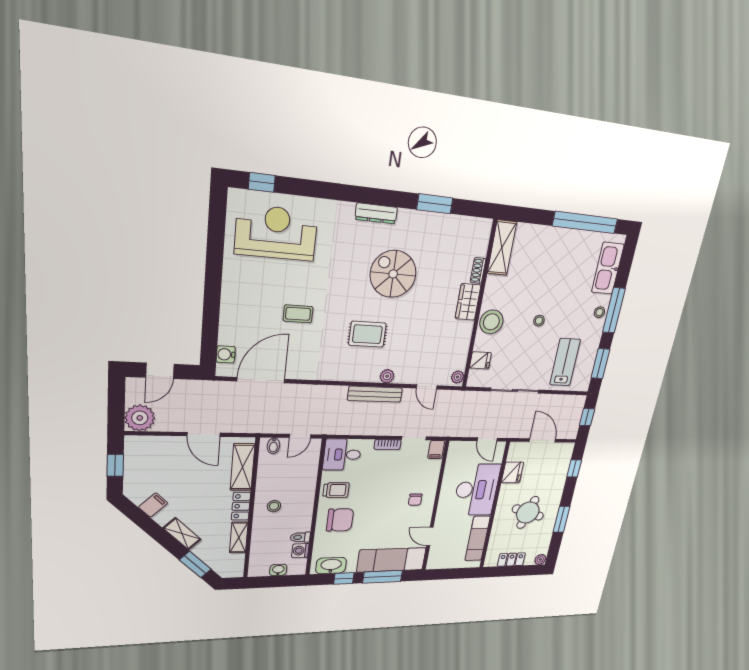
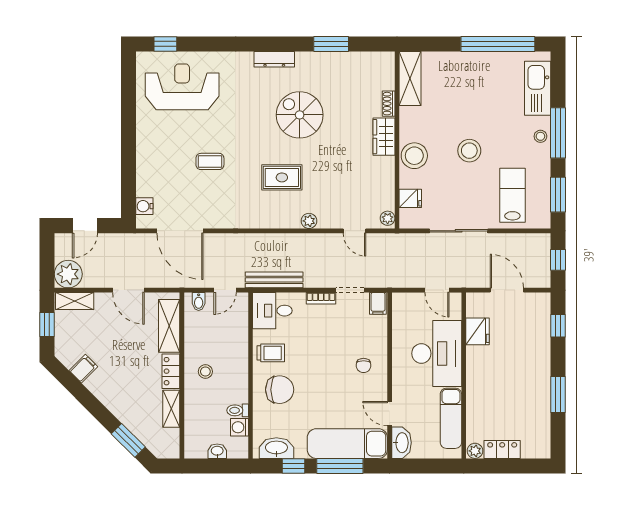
stool: (539, 321) -> (469, 151), width x1.89, depth x1.89
door: (261, 380) -> (180, 231), swing flipped
bench: (375, 394) -> (274, 280), moved
round table: (528, 512) -> (510, 384), removed
shelving: (182, 534) -> (75, 301), moved, turned -45
washbasin: (435, 558) -> (401, 443), added
plant: (540, 559) -> (475, 451), moved

